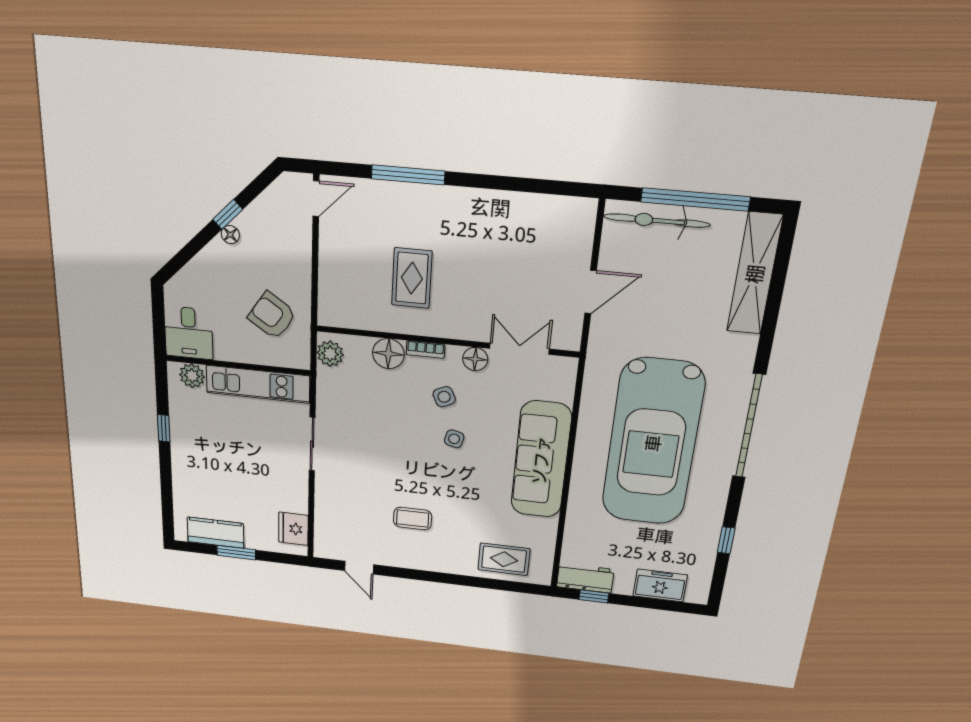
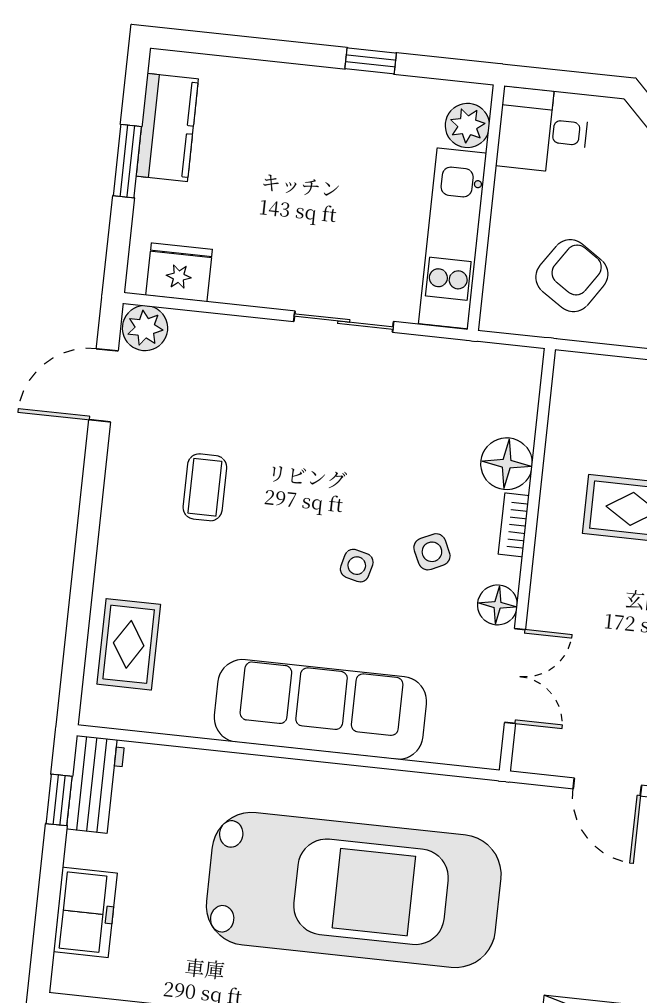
plant: (330, 354) -> (145, 328), moved
car: (653, 443) -> (354, 890), turned 180
door: (359, 568) -> (103, 385), width x1.38

